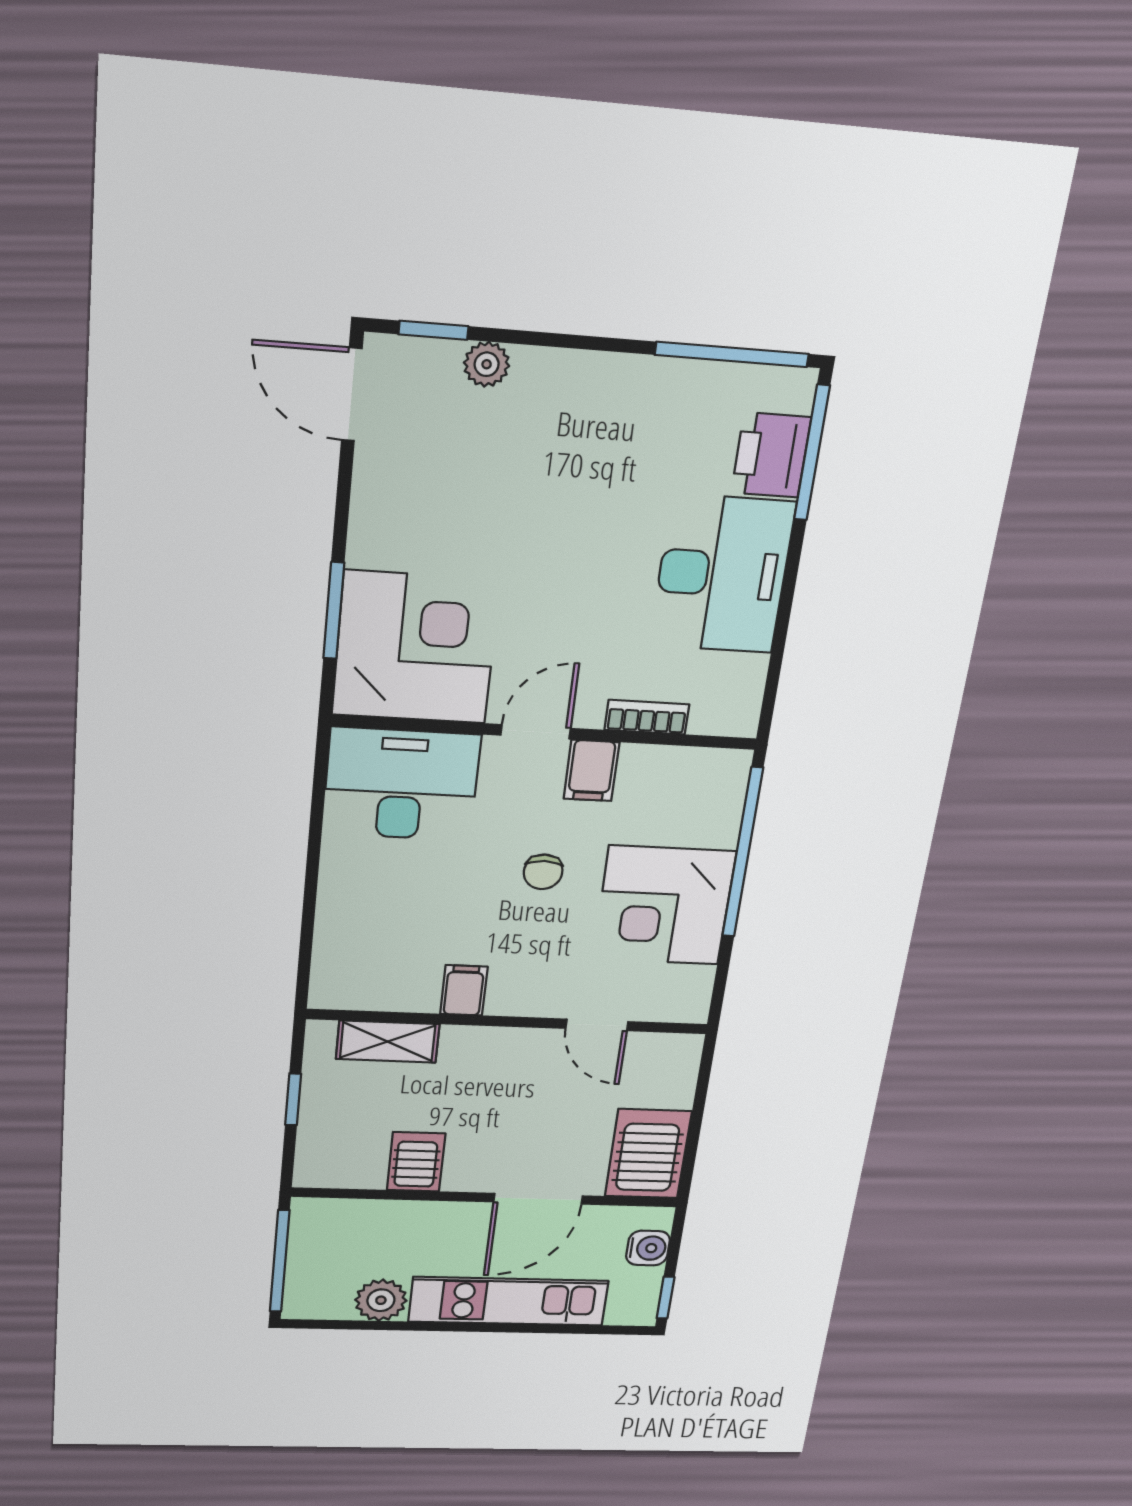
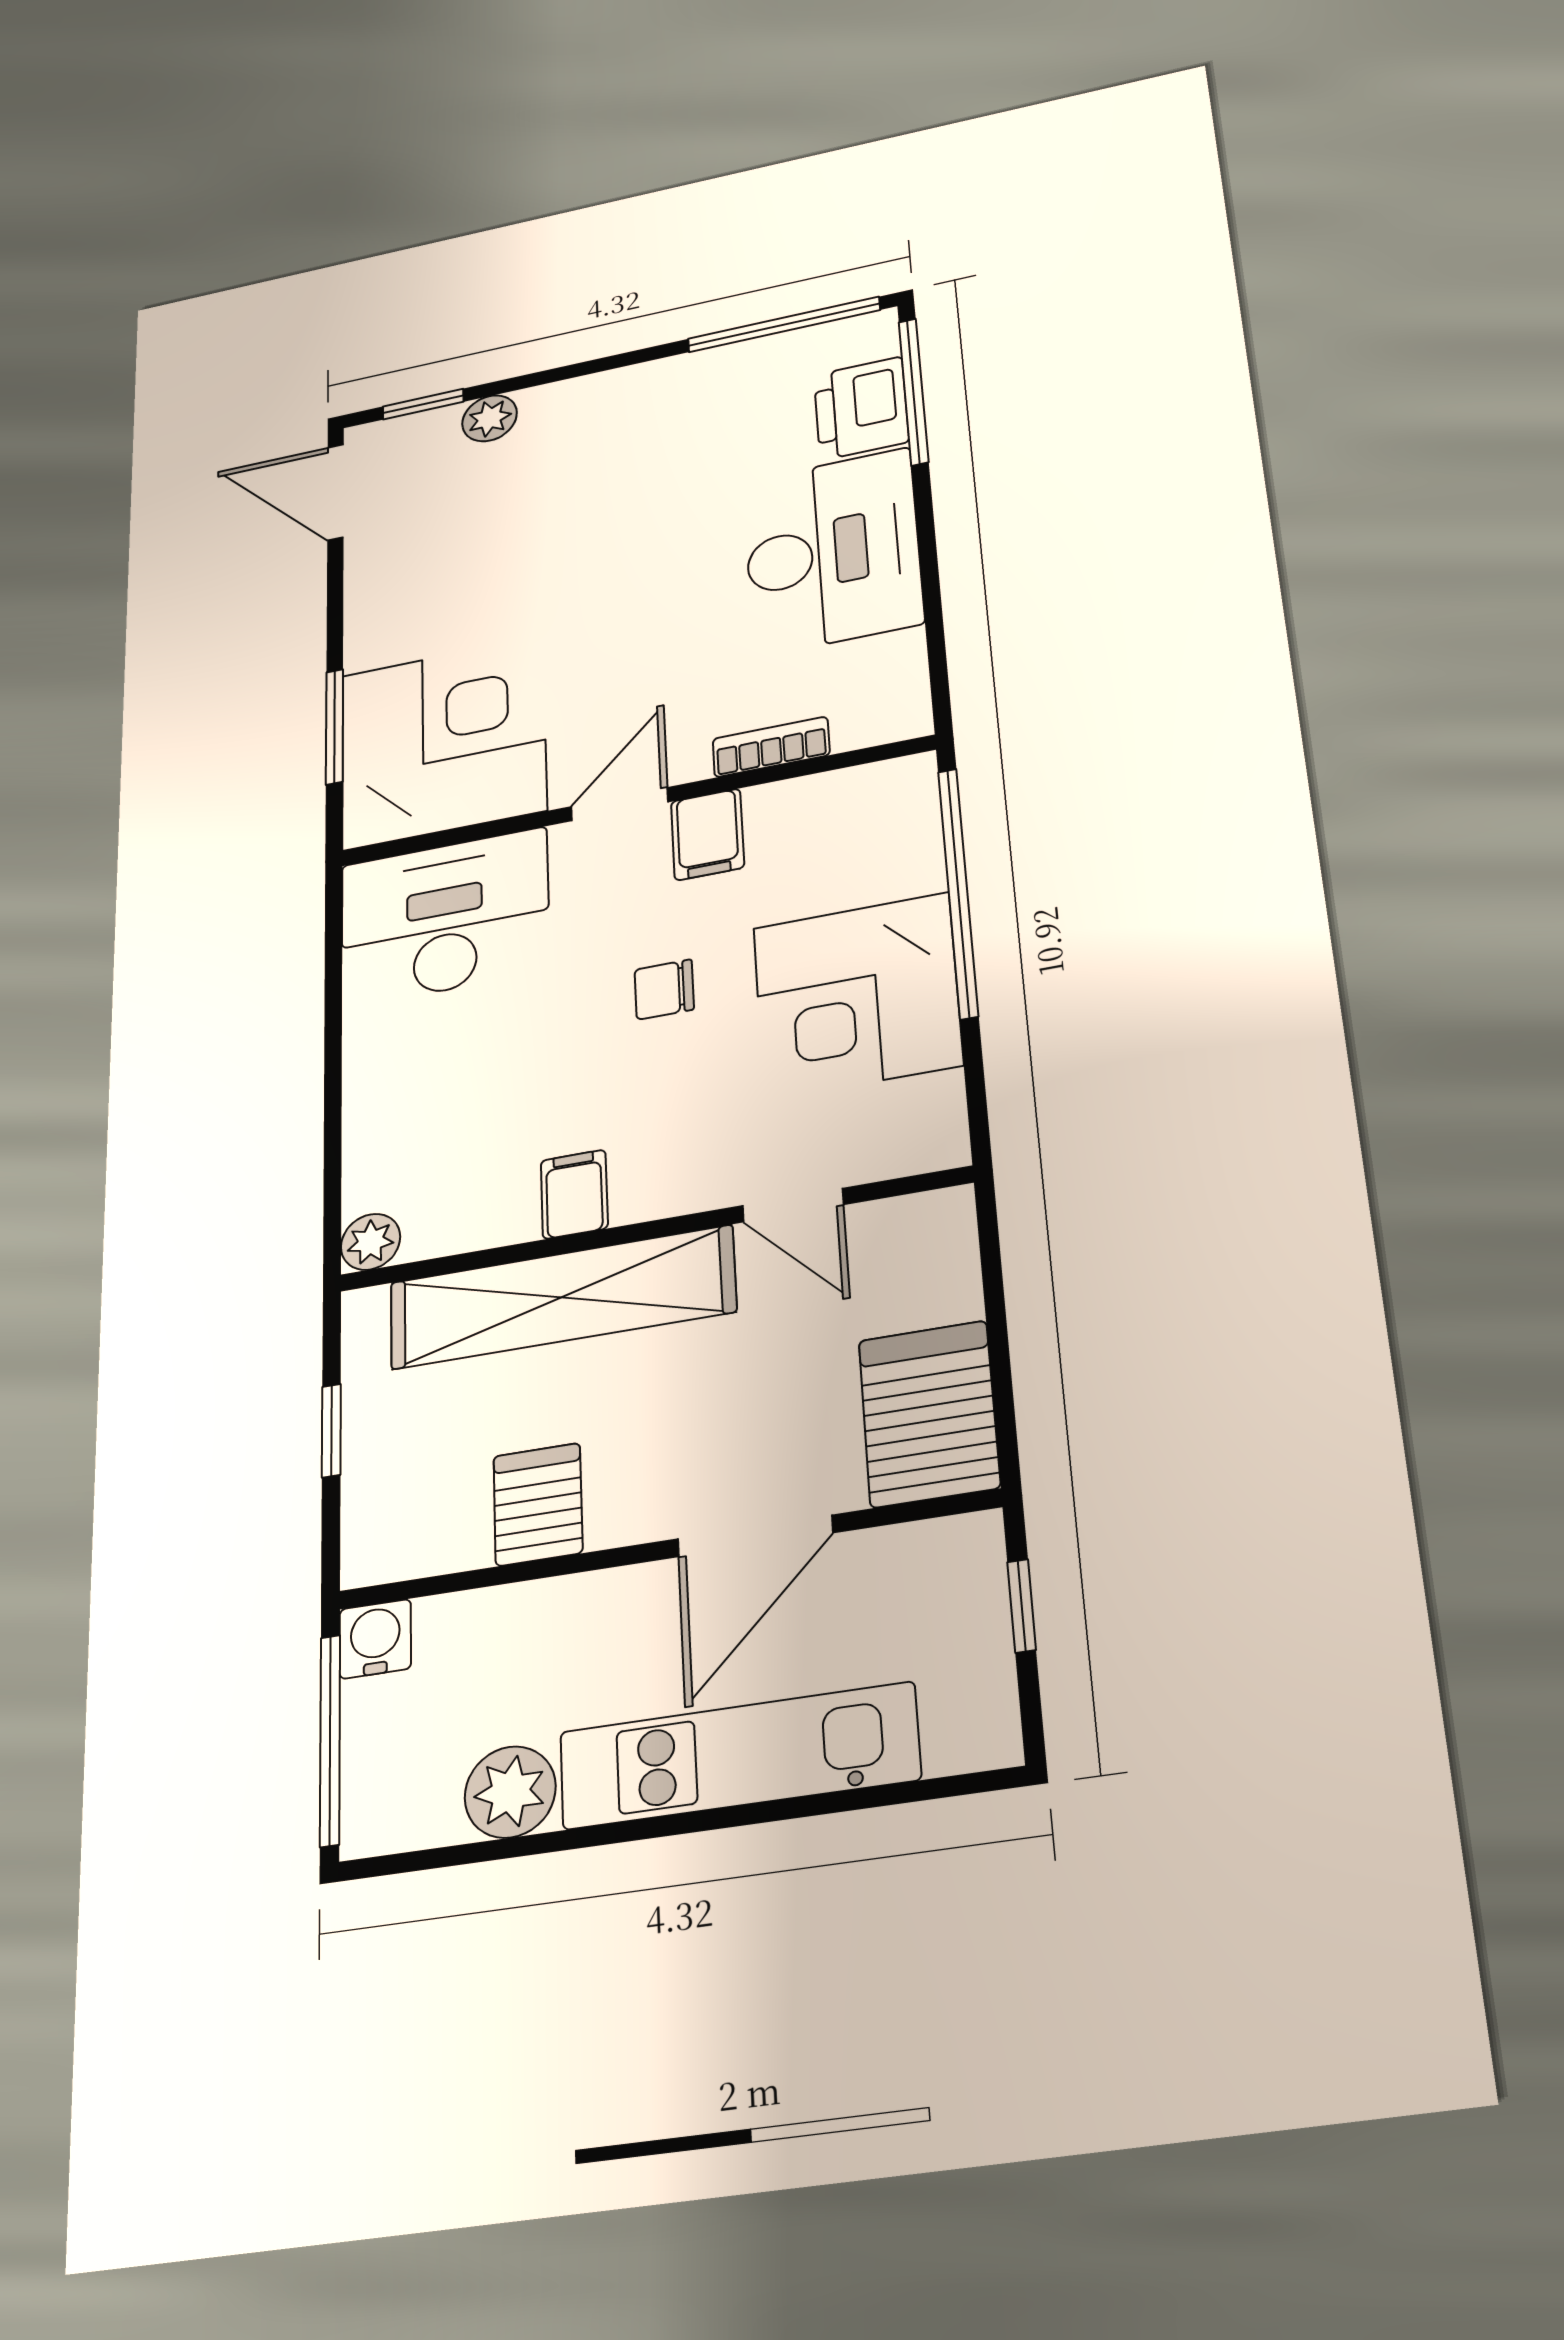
chair: (543, 872) -> (664, 990), turned 90
plant: (328, 992) -> (371, 1242), added
shelving: (388, 1042) -> (561, 1297), width x2.20, depth x1.33
water cooler: (648, 1248) -> (375, 1639), moved, turned -90
window: (665, 1298) -> (1022, 1606), moved

